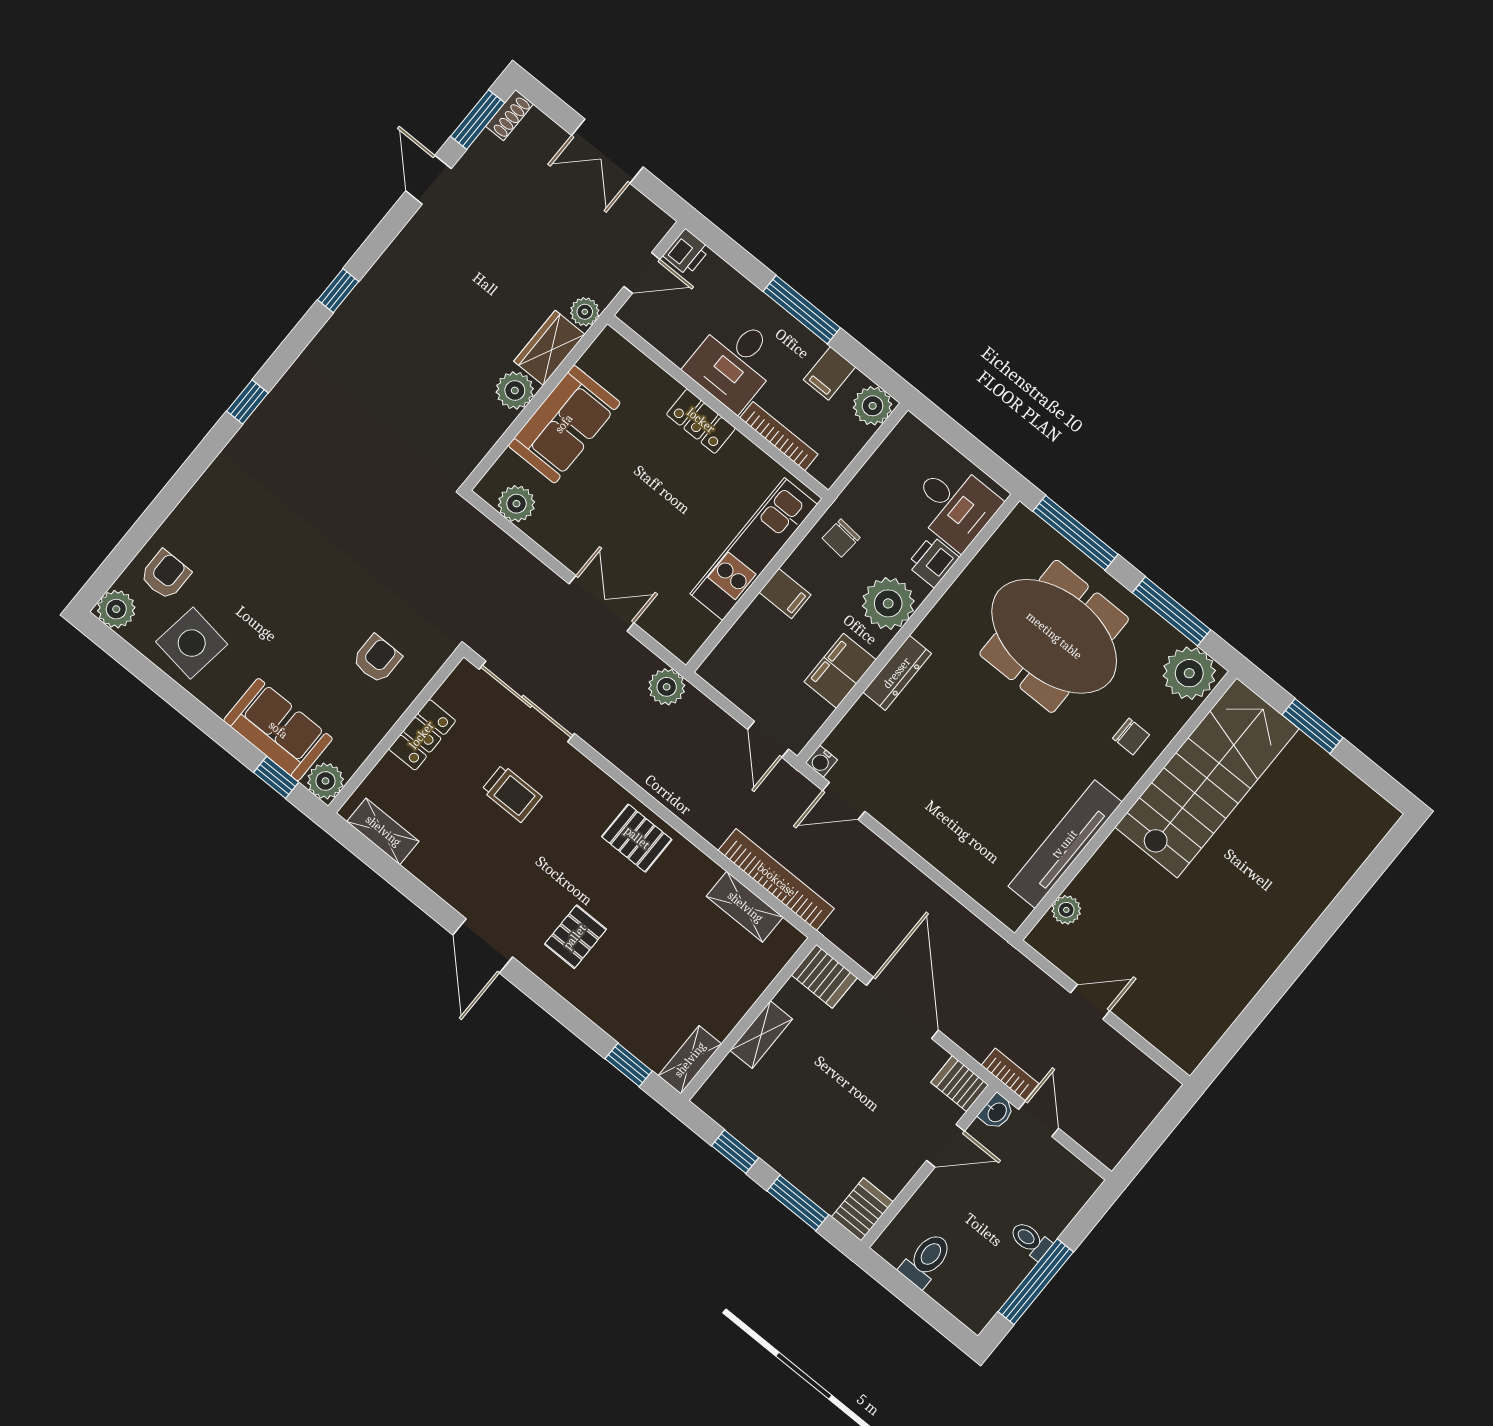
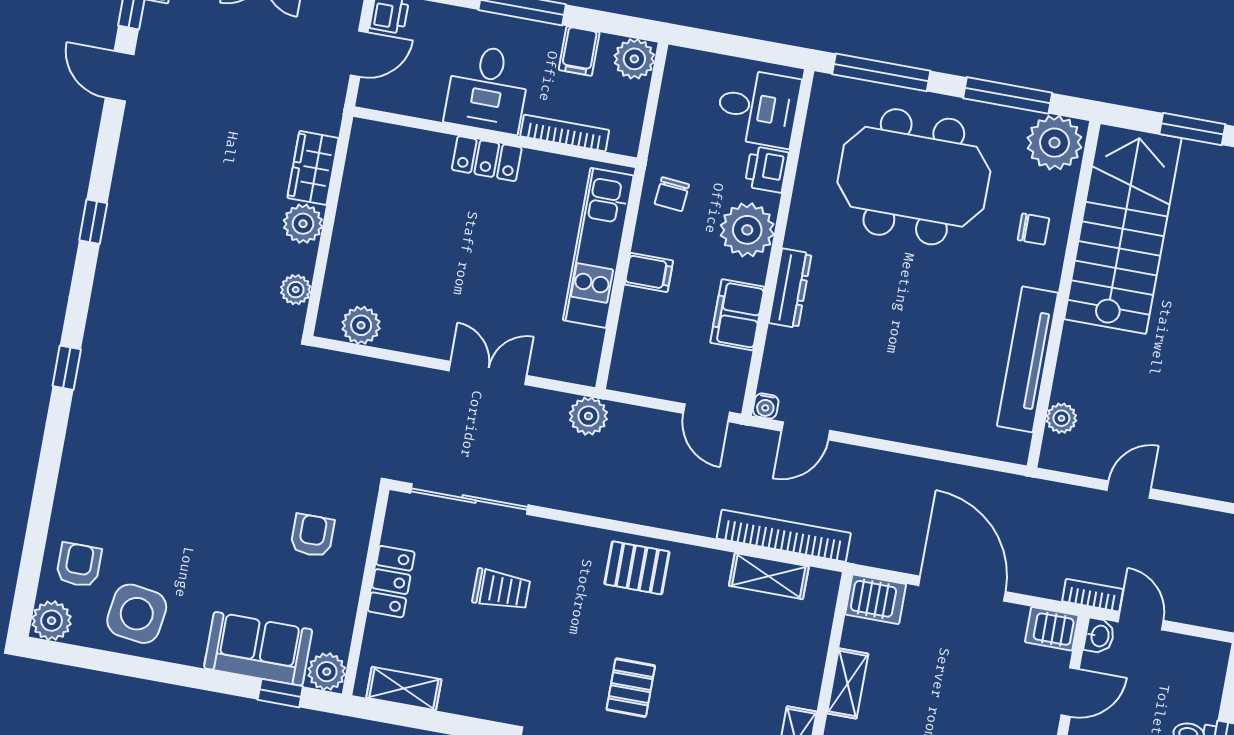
plant: (585, 312) -> (296, 290), moved
sofa: (564, 424) -> (365, 229), removed

